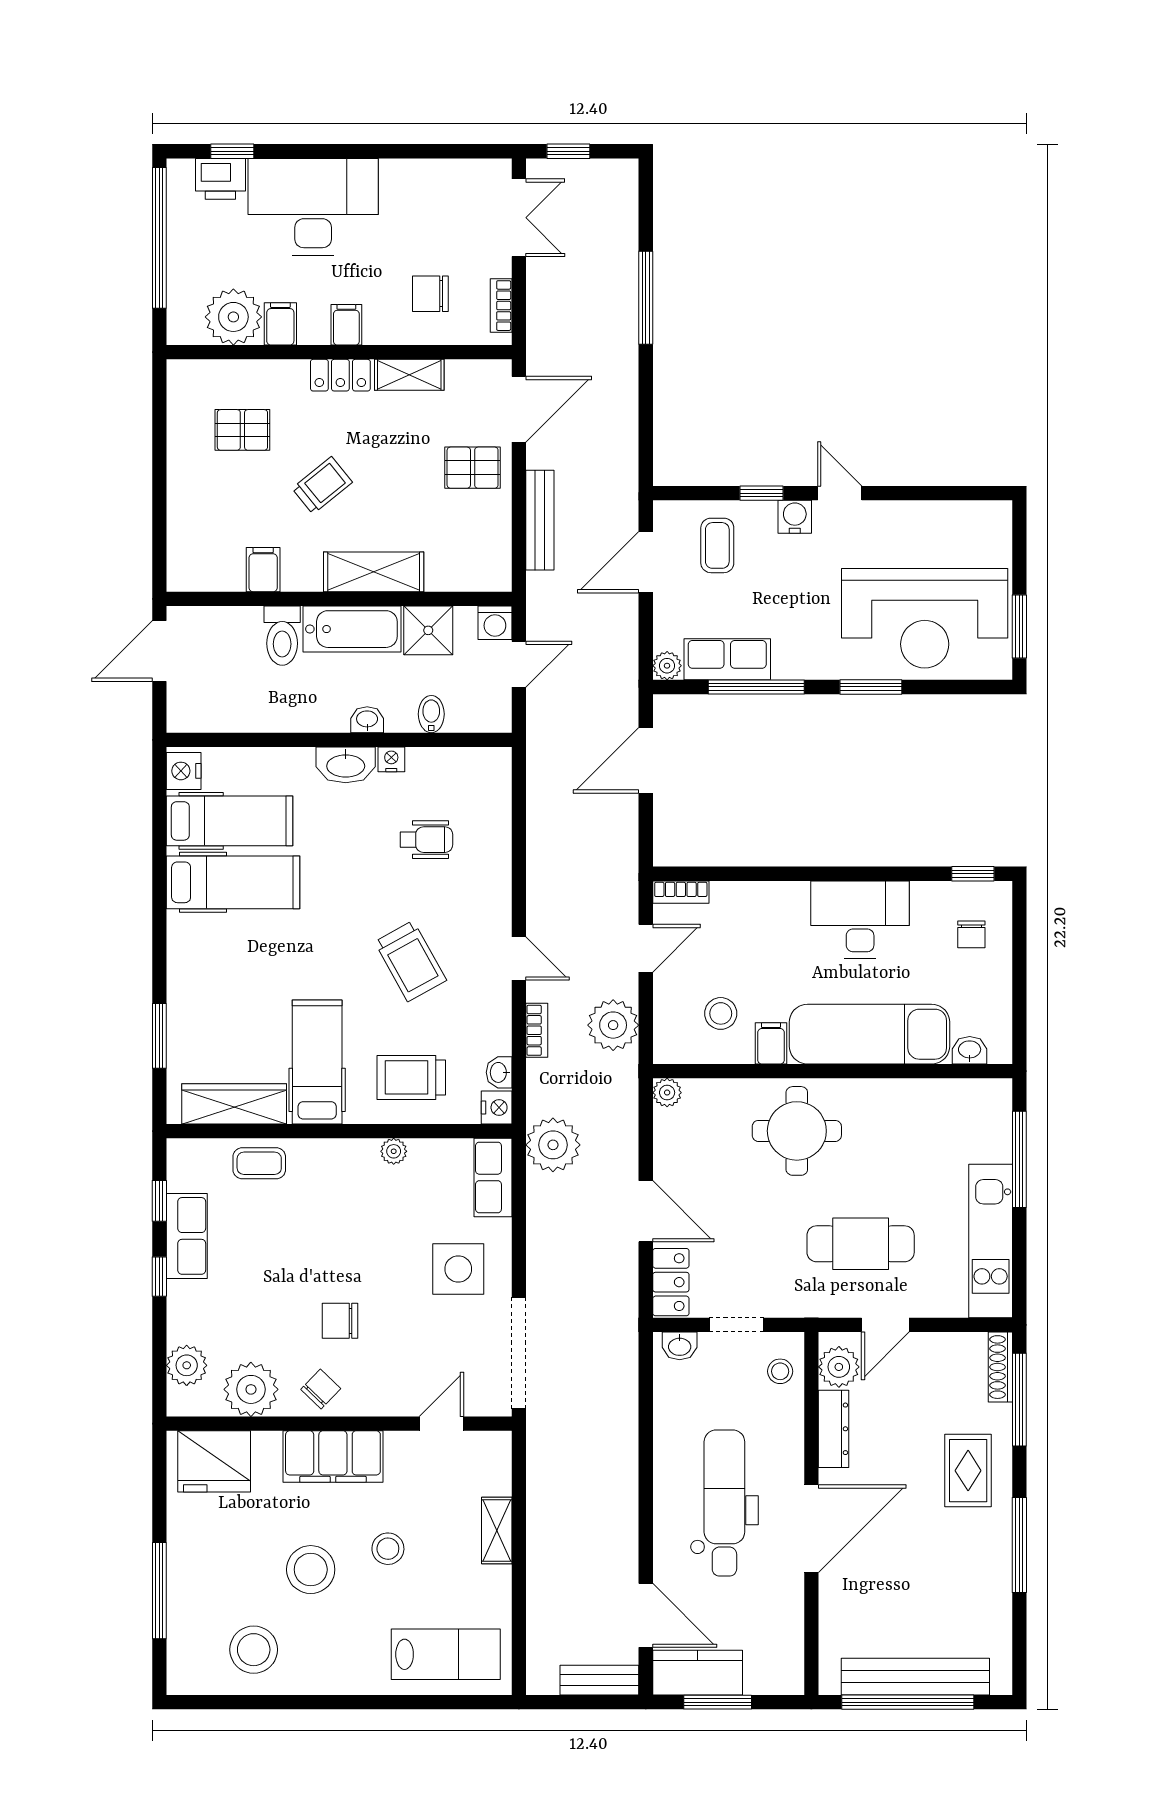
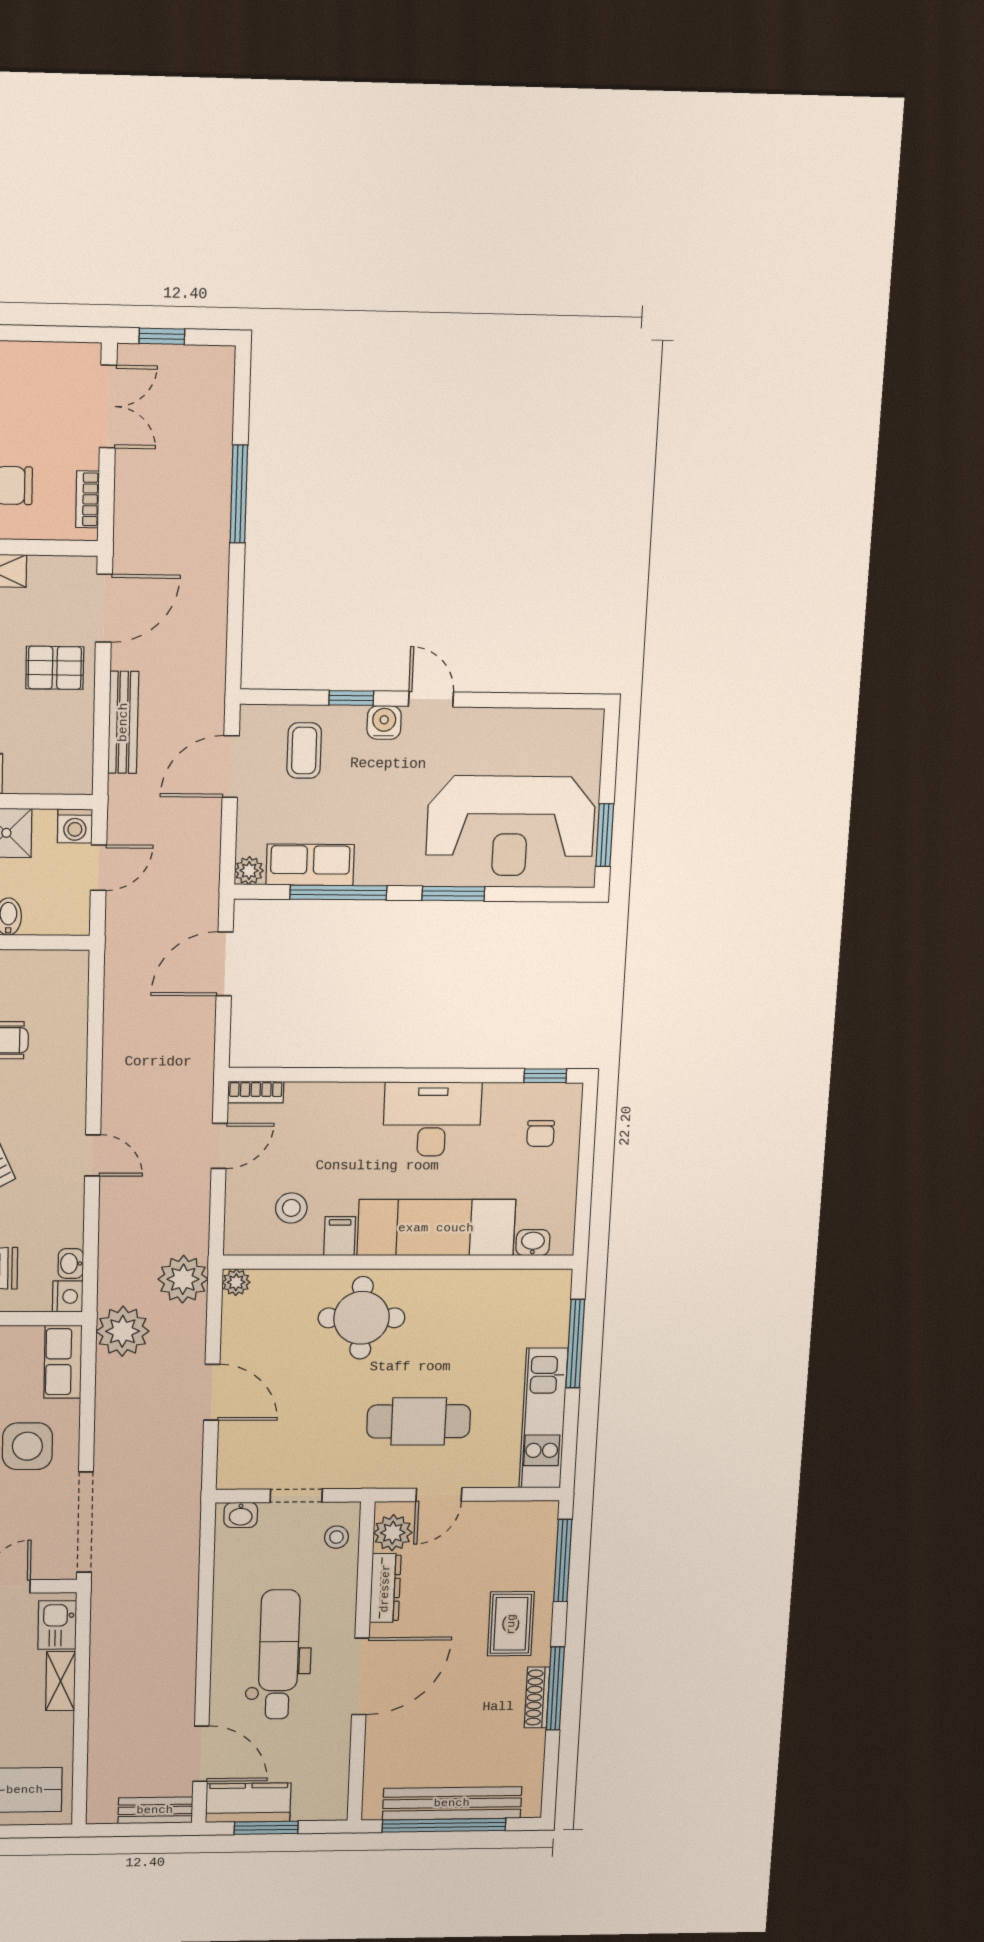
plant: (613, 1025) -> (183, 1279), moved
bookcase: (537, 1030) -> (109, 1224), removed
locker: (671, 1282) -> (234, 1457), removed
shoe rack: (1000, 1367) -> (537, 1697), moved
kitchen sink: (492, 1467) -> (57, 1625), added

